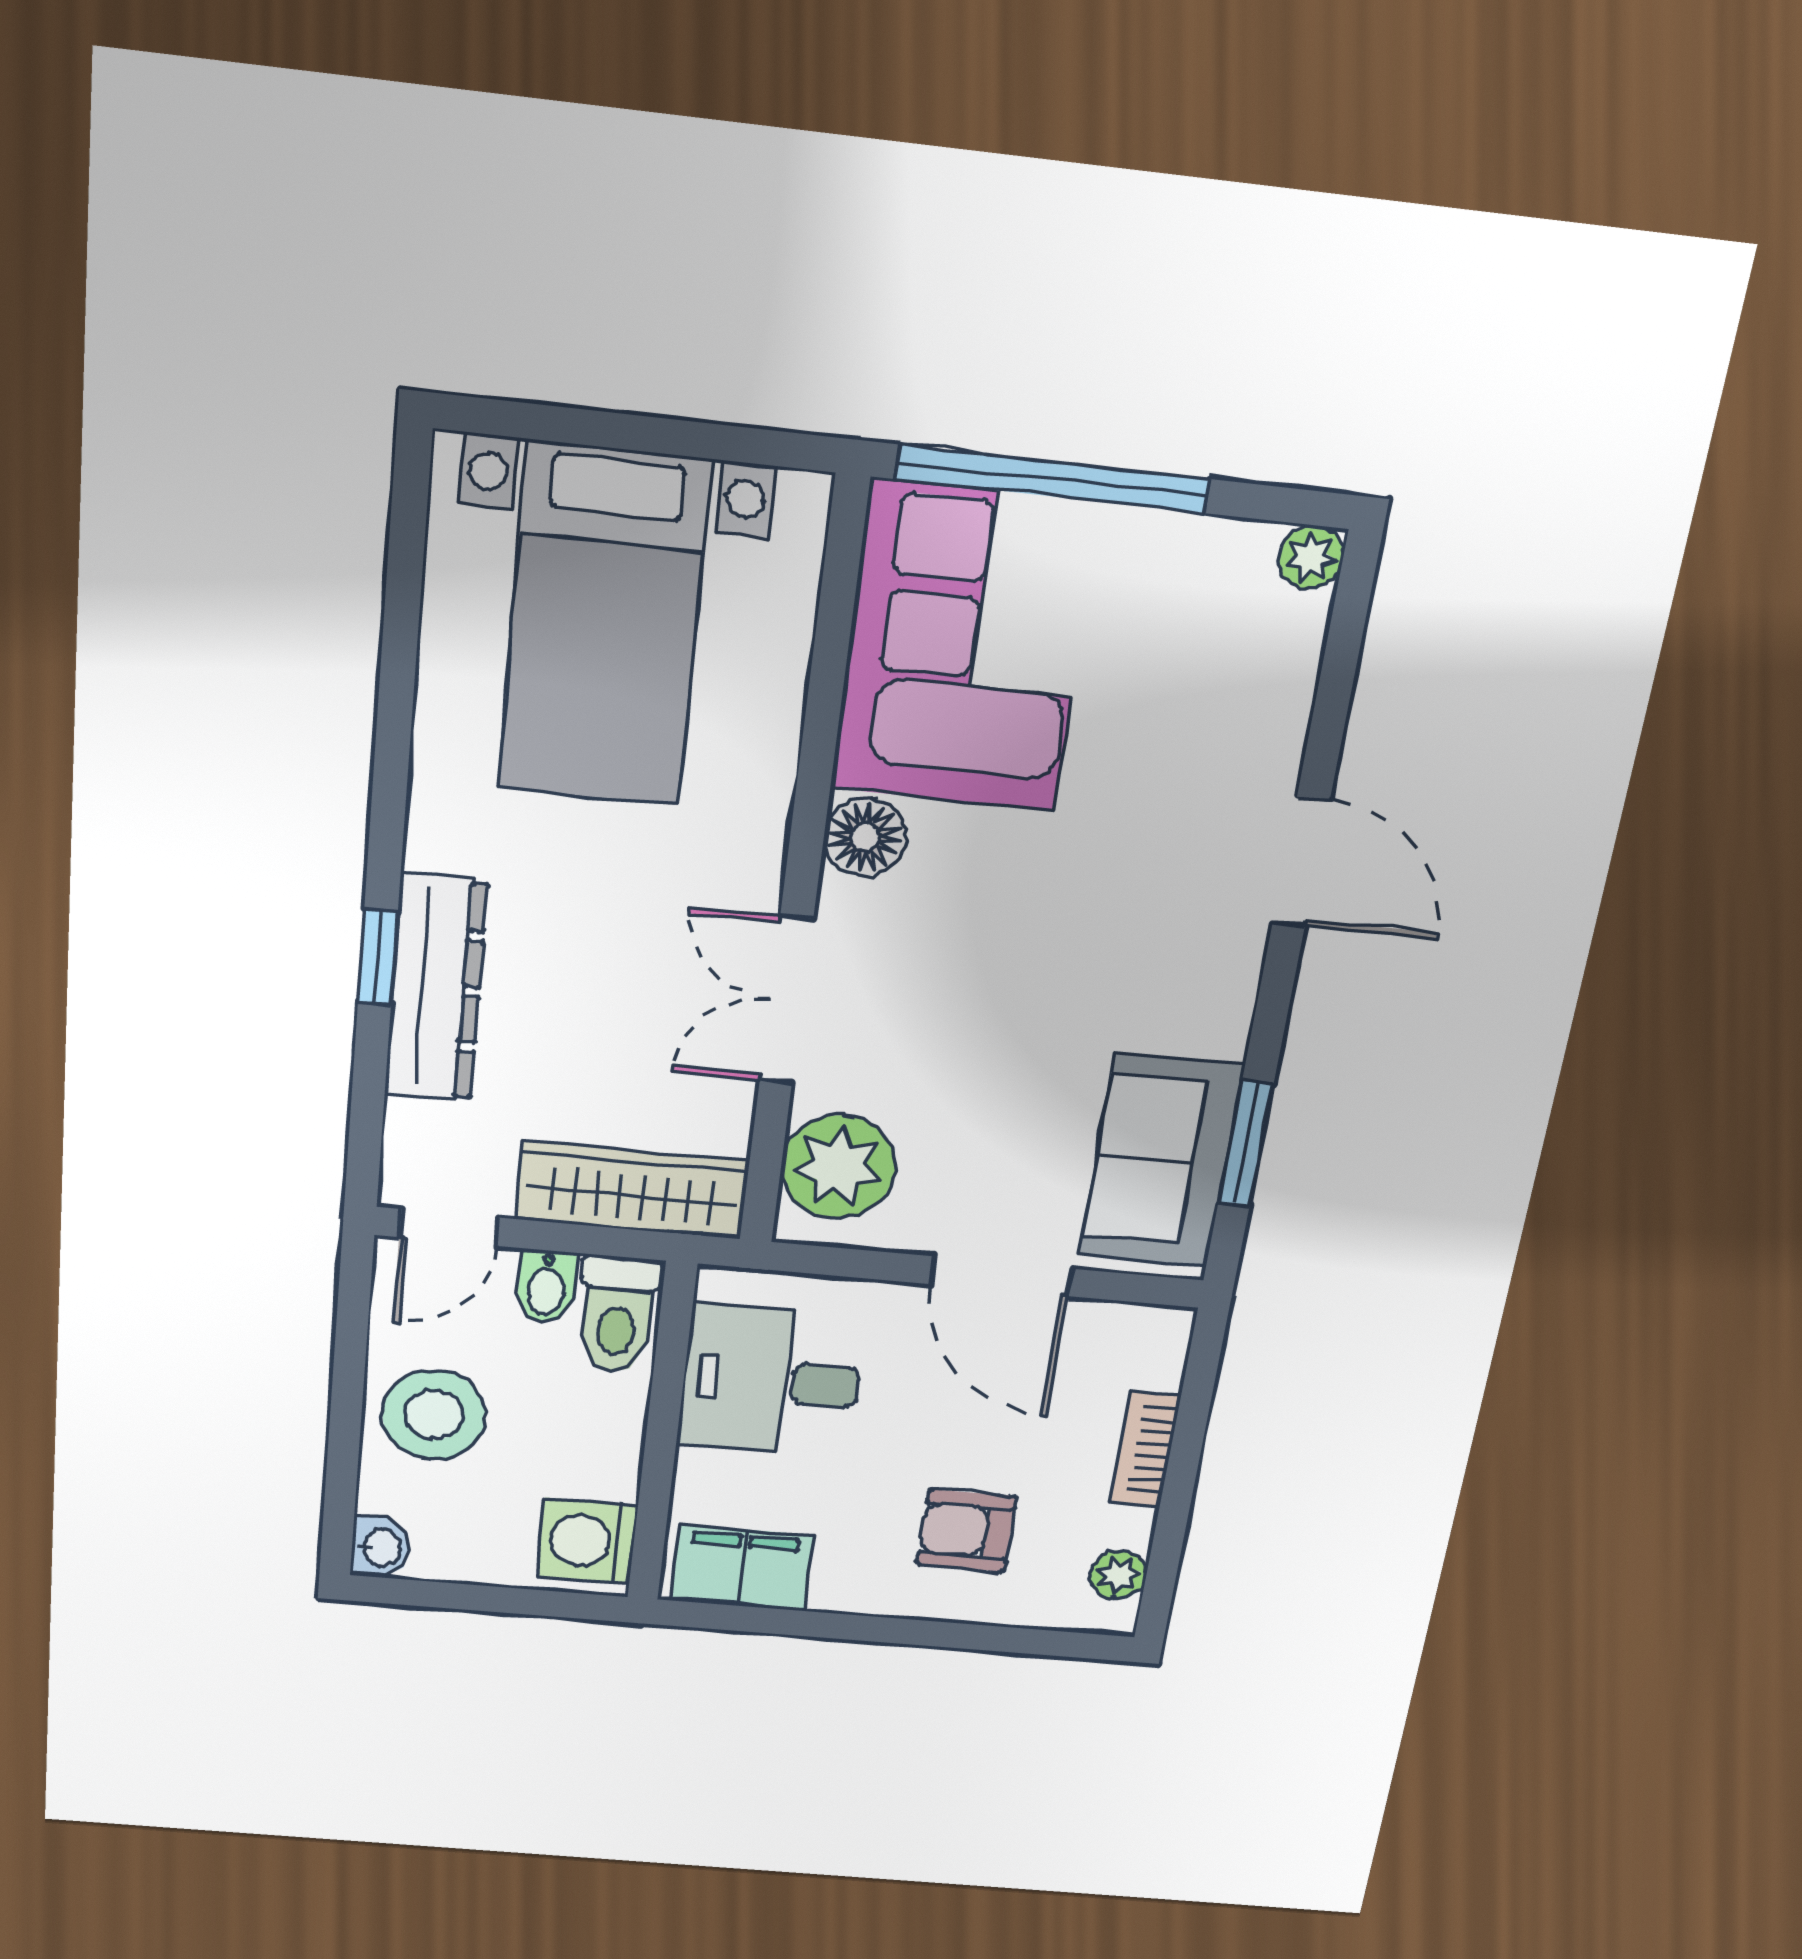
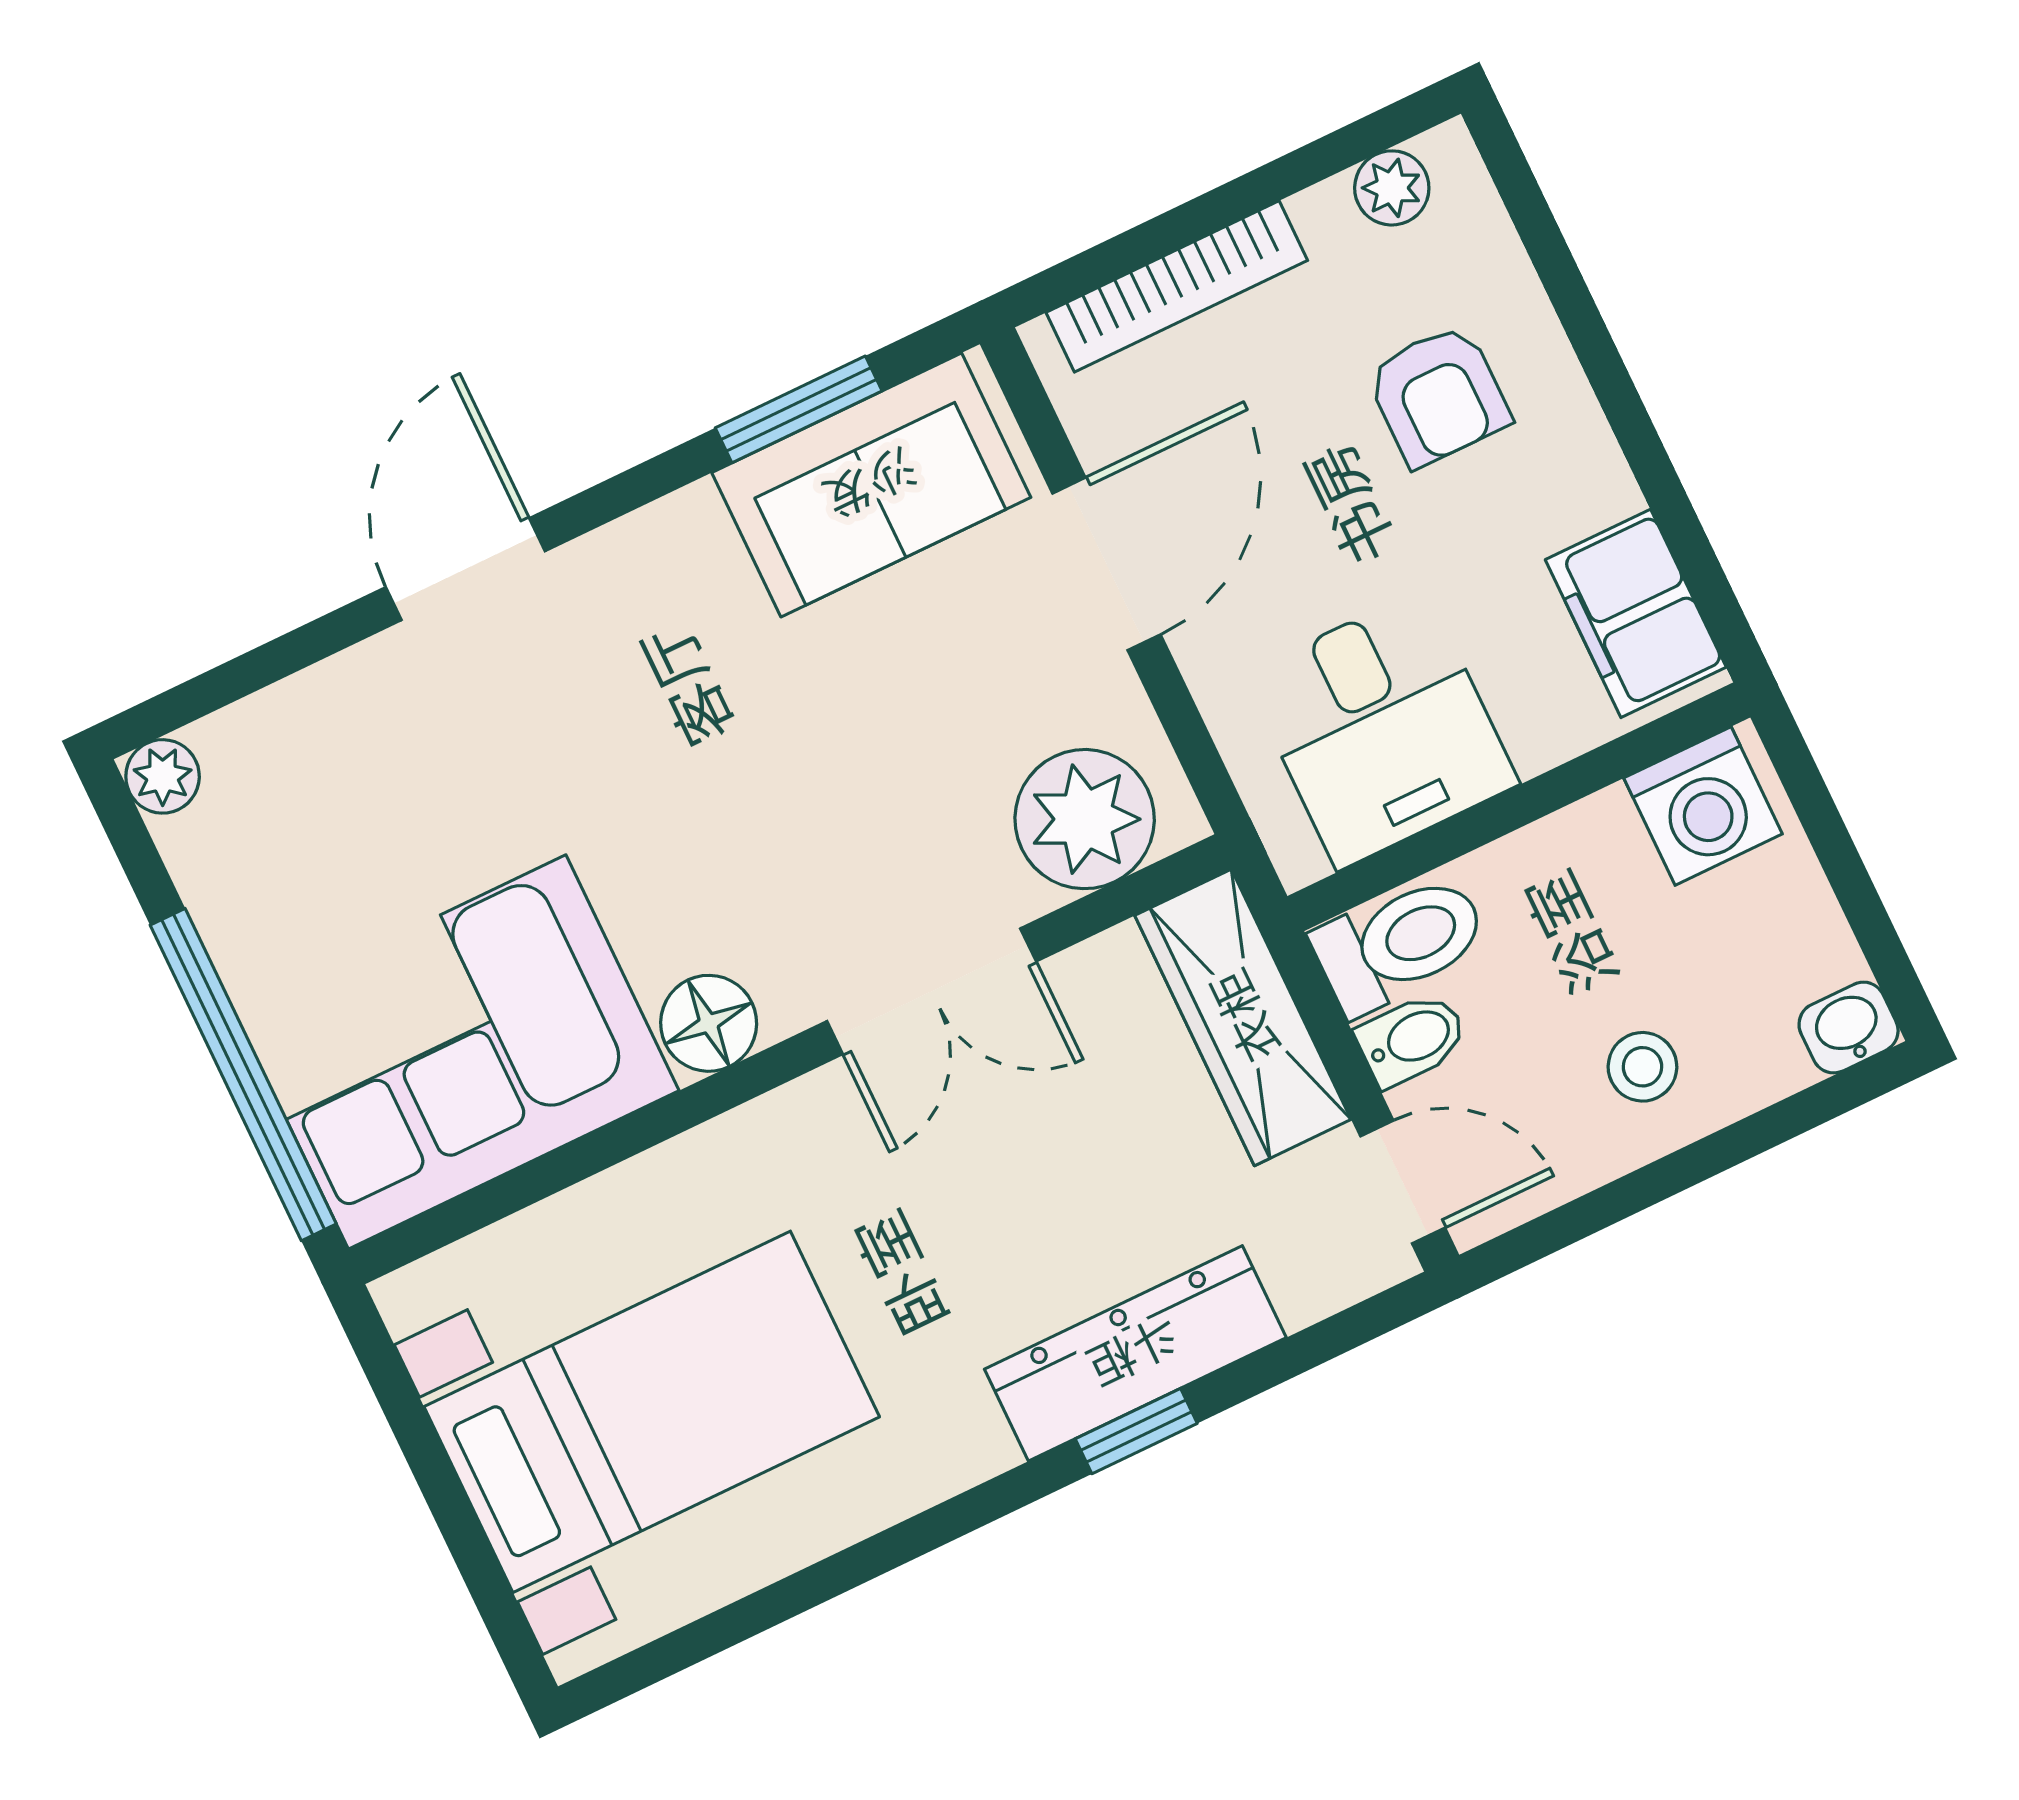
stool: (434, 1415) -> (1642, 1067), width x0.53, depth x0.53
bookcase: (1145, 1450) -> (1177, 286), width x1.56

